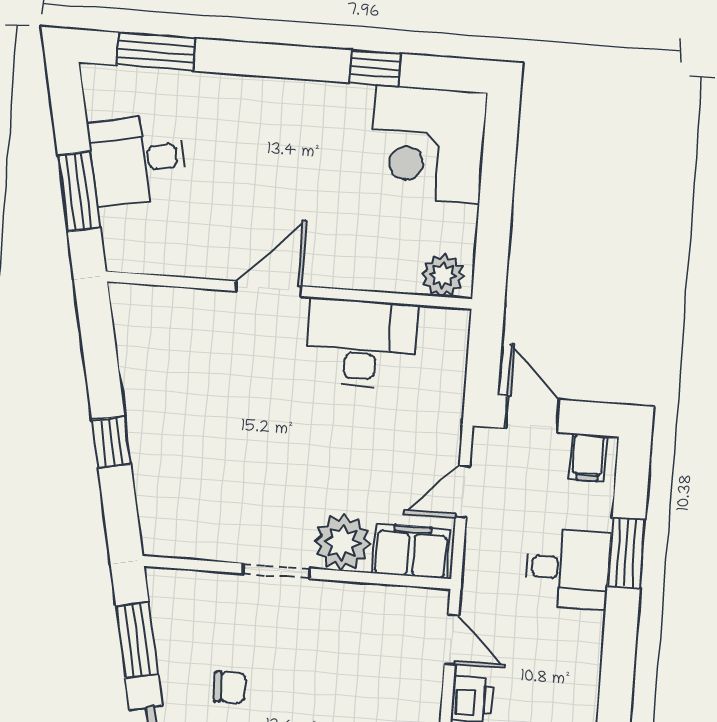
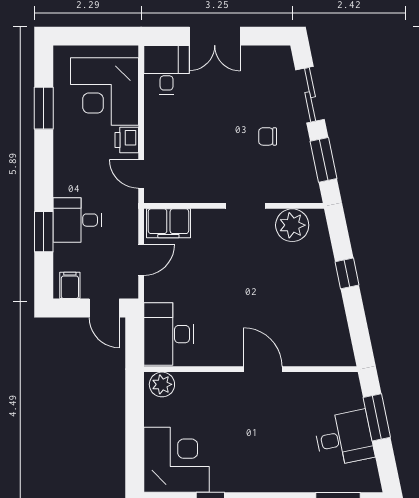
door: (268, 289) -> (263, 369), swing flipped
desk: (361, 343) -> (169, 334), moved, turned 90
plant: (343, 543) -> (292, 225), moved

